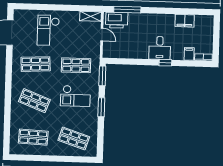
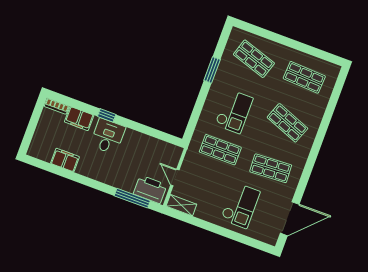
filing cabinet: (189, 54) -> (79, 119), width x2.00
window: (102, 76) -> (192, 125), removed
checkout: (75, 96) -> (234, 111), turned 90
window: (101, 107) -> (212, 70), moved

